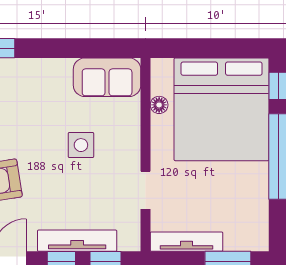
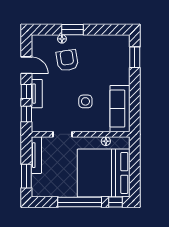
sofa: (107, 77) -> (120, 109), width x1.36
tv unit: (77, 241) -> (37, 94), width x0.71

